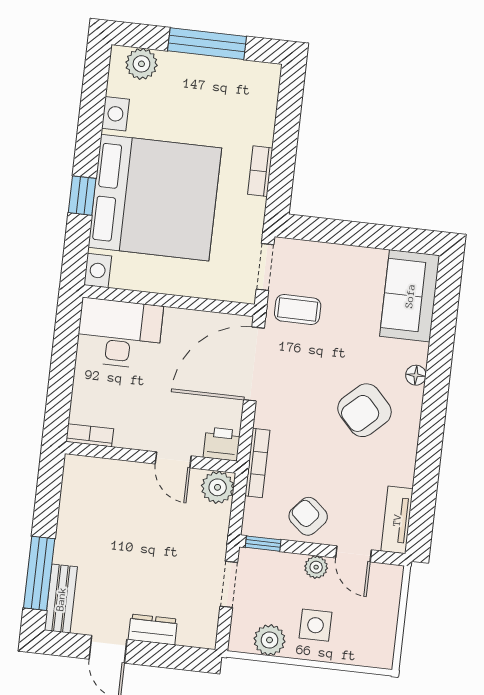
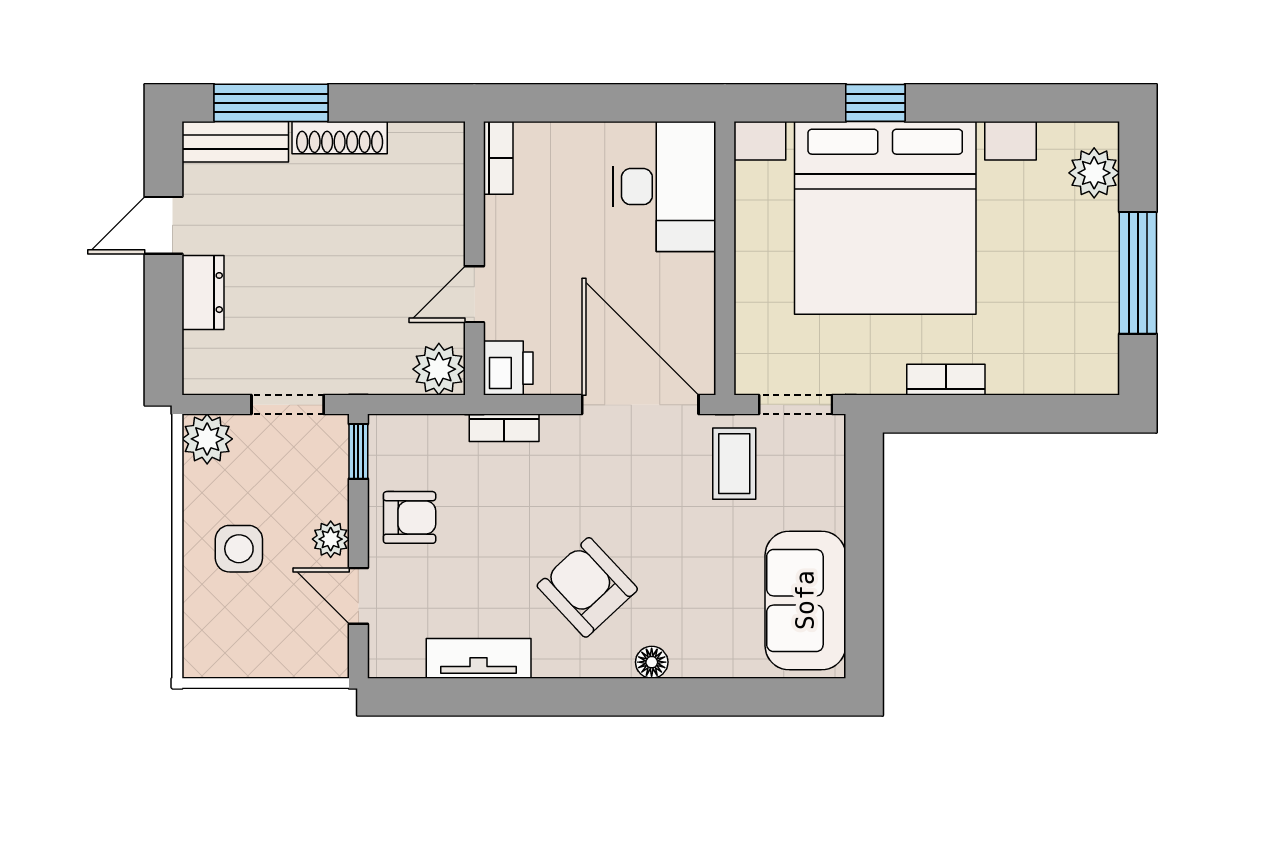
sofa: (410, 296) -> (805, 600), moved, turned -90
bookcase: (257, 463) -> (504, 428), width x0.64
armchair: (308, 516) -> (410, 517), turned 49
tv unit: (397, 520) -> (479, 658), moved
shoe rack: (66, 533) -> (340, 138), added
door: (353, 554) -> (358, 596), hinge flipped
plant: (270, 640) -> (207, 439), moved

